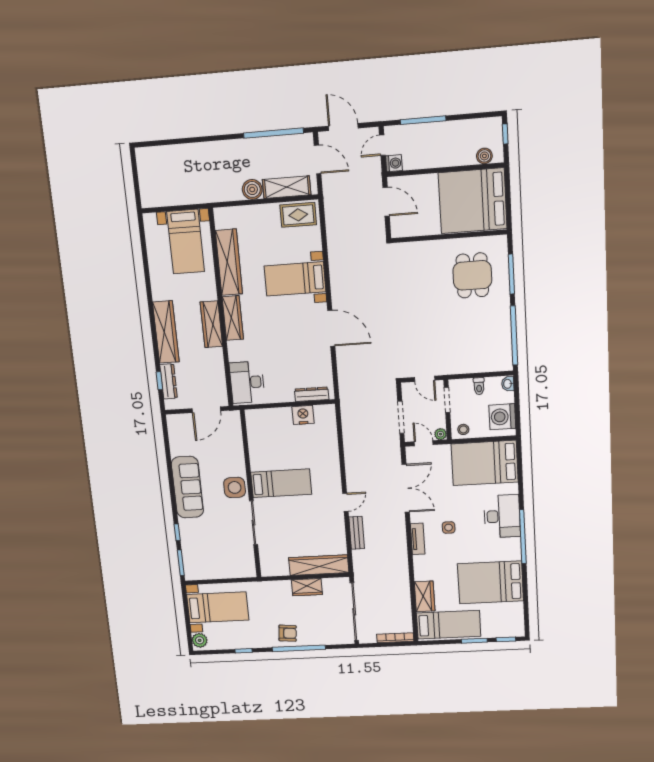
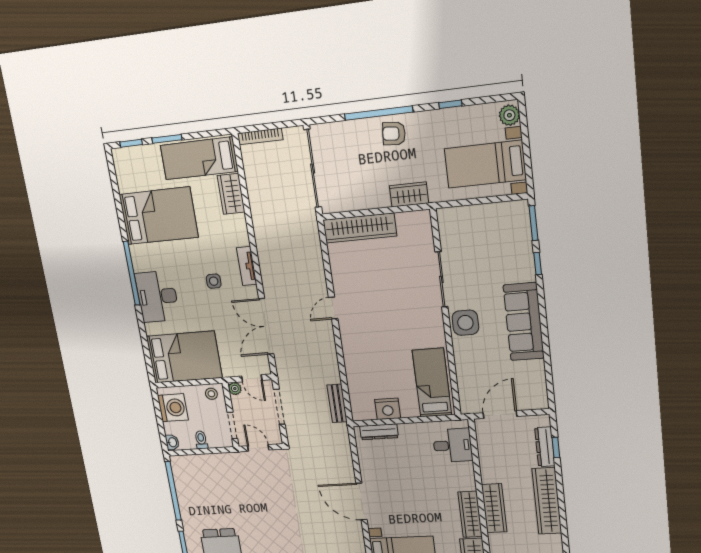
desk: (247, 382) -> (453, 445), width x0.73
bed: (281, 483) -> (432, 383), moved, turned 90
bench: (357, 533) -> (337, 403), moved
wardrobe: (307, 587) -> (409, 194), moved

